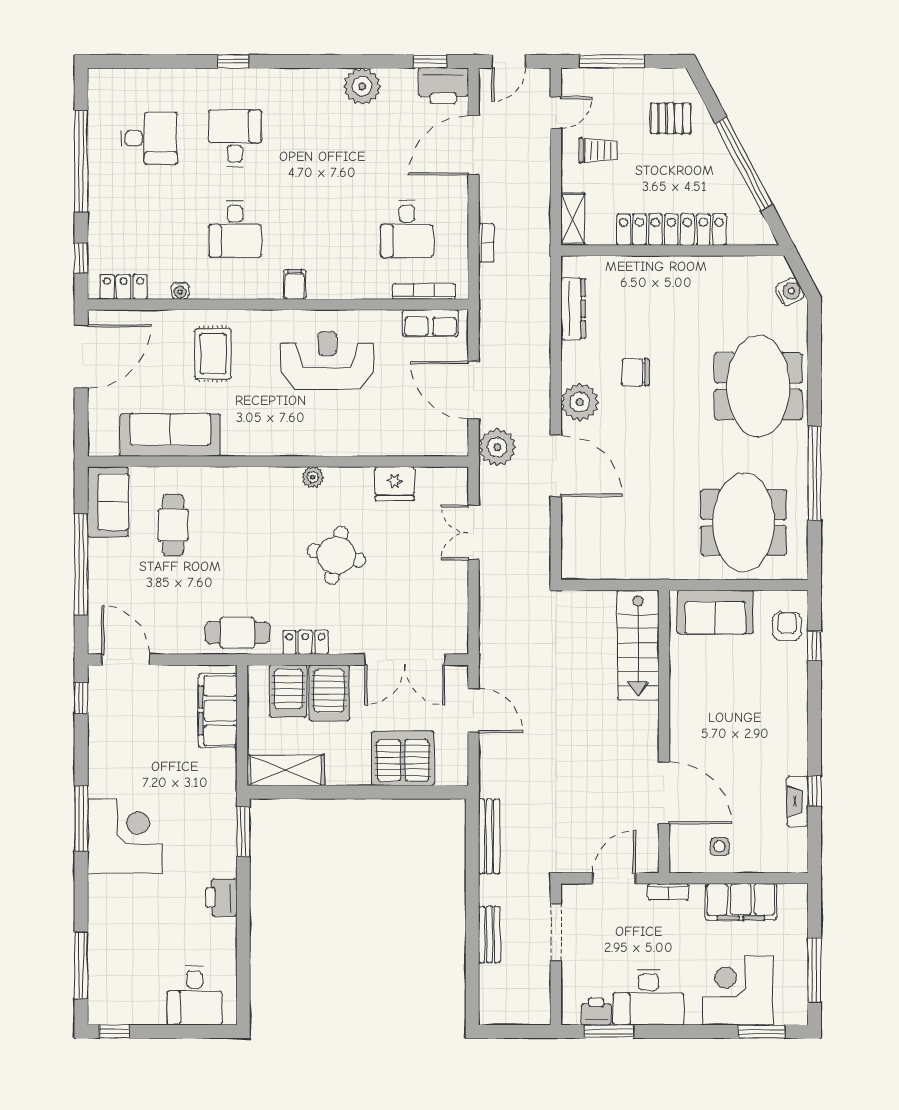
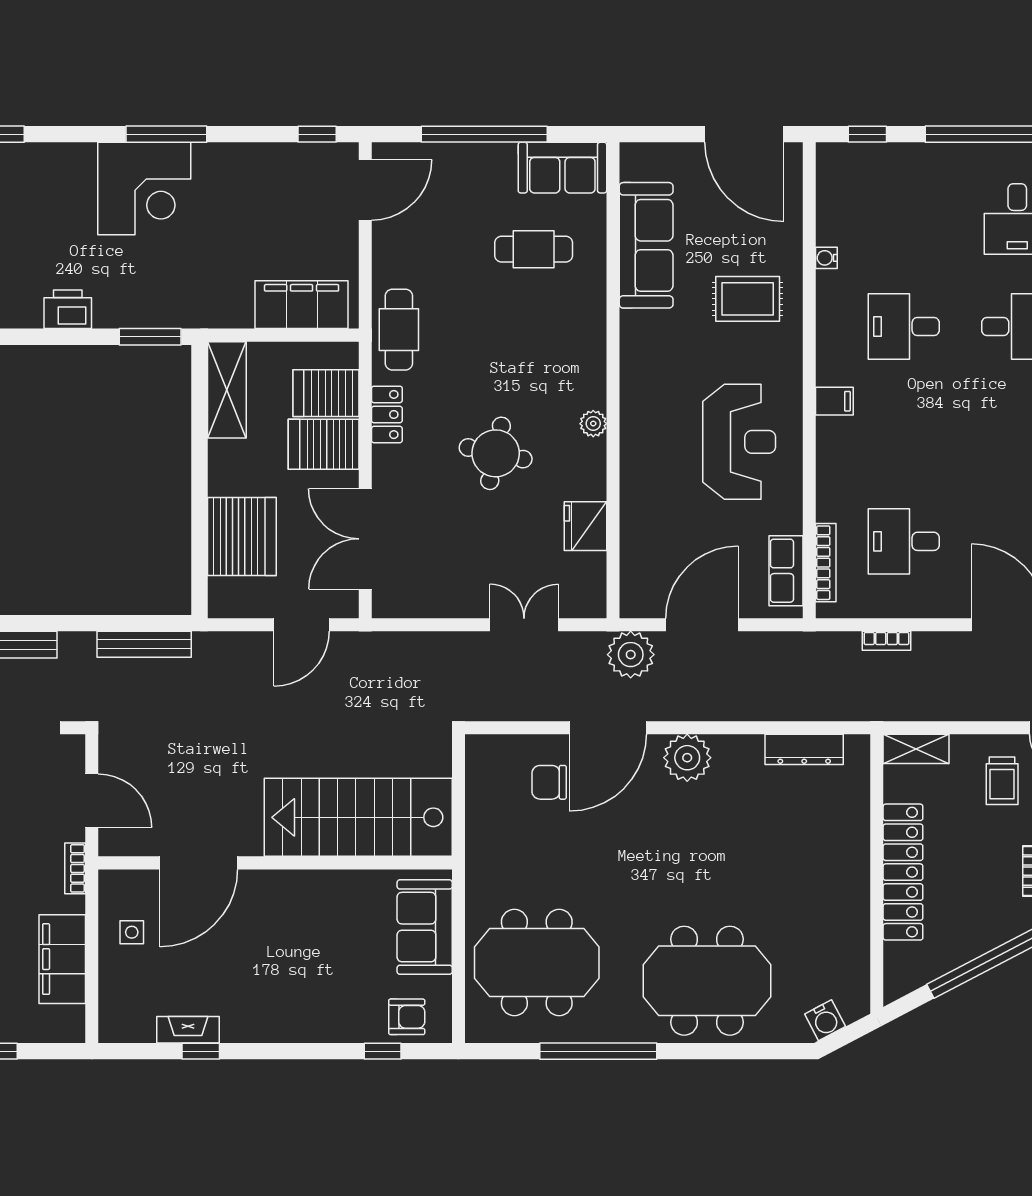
locker: (123, 287) -> (831, 187), removed
chair: (635, 372) -> (549, 782), moved, turned -90
stairs: (638, 645) -> (358, 817), width x1.36, depth x1.51

